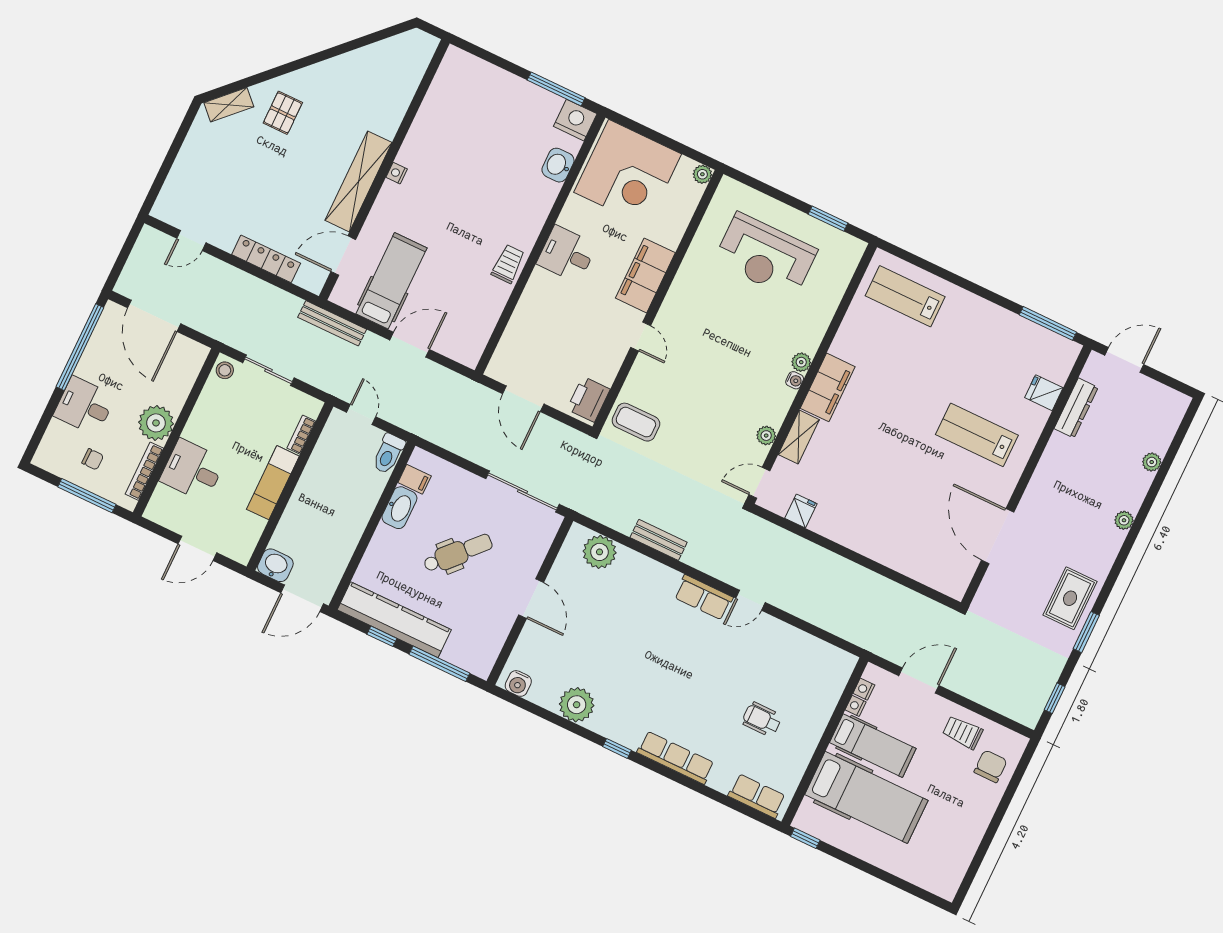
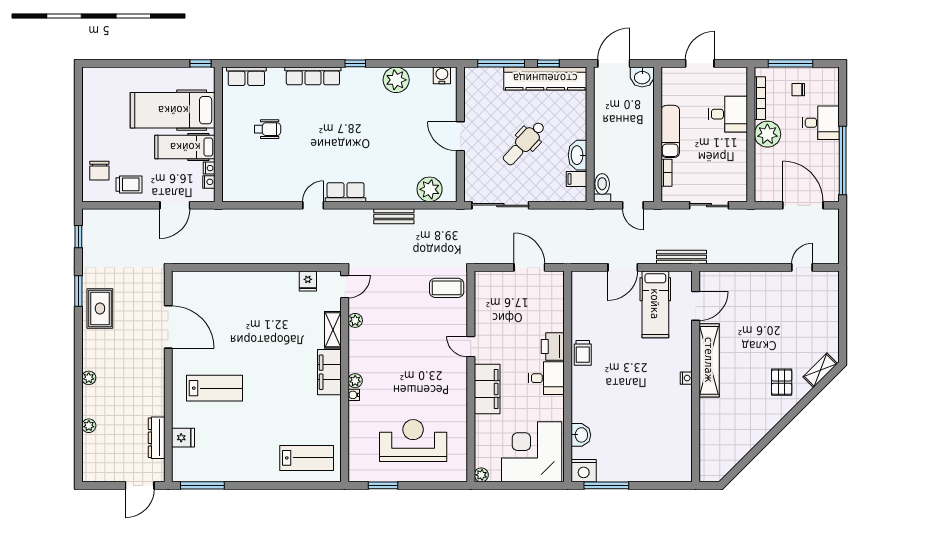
locker: (266, 259) -> (746, 279), removed
stool: (225, 370) -> (738, 191), removed
water cooler: (795, 380) -> (354, 395), moved
printer: (588, 399) -> (553, 347), moved, turned 180

